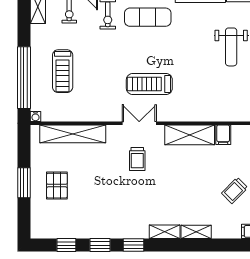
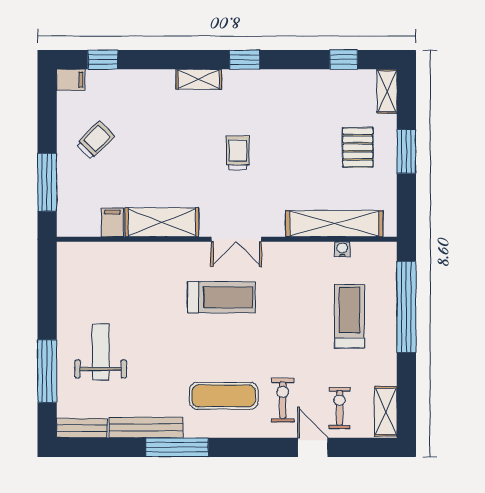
water cooler: (35, 117) -> (342, 249), moved
trolley: (137, 159) -> (238, 153), moved
shelving: (196, 232) -> (387, 91), moved, turned 90
window: (100, 245) -> (103, 60), moved

